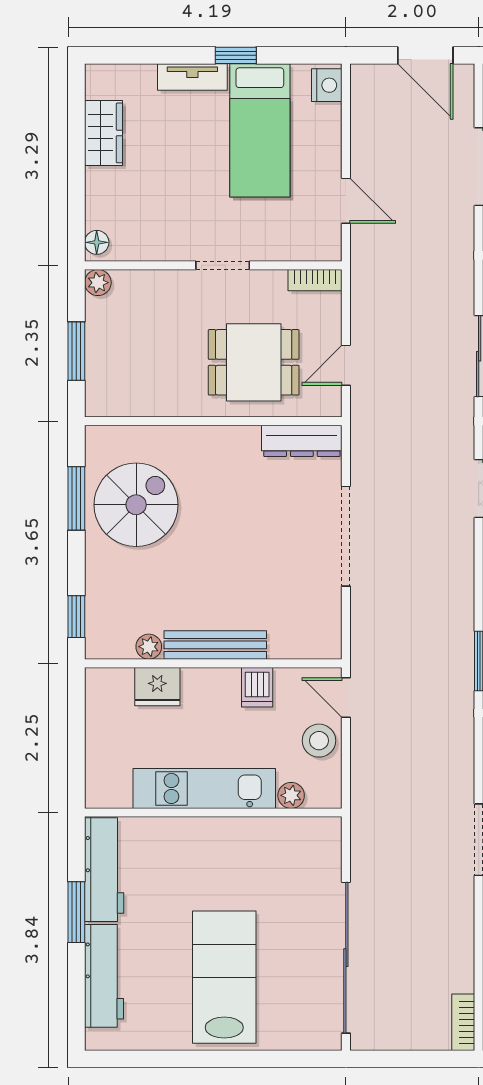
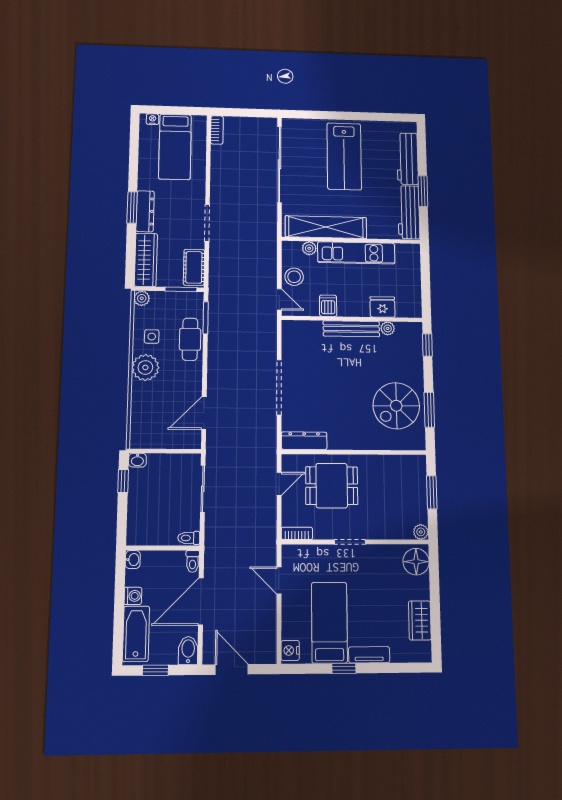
floor lamp: (97, 242) -> (416, 562), width x1.89, depth x1.89
shelving: (260, 837) -> (326, 227), added

